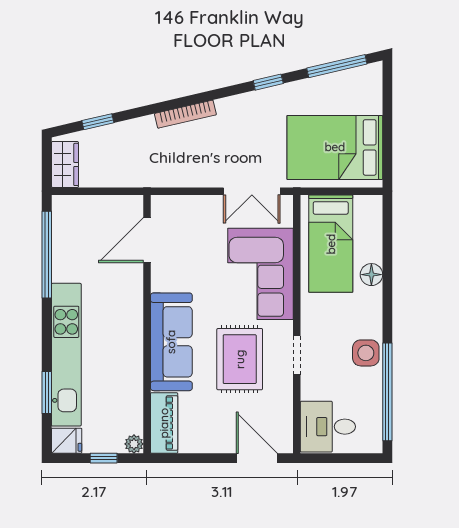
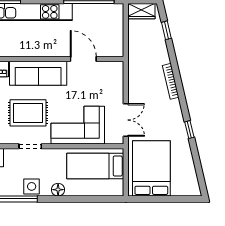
window: (337, 66) -> (199, 170), removed
double door: (252, 191) -> (126, 120), swing flipped
door: (147, 240) -> (83, 59), moved
floor lamp: (371, 275) -> (58, 190), moved

